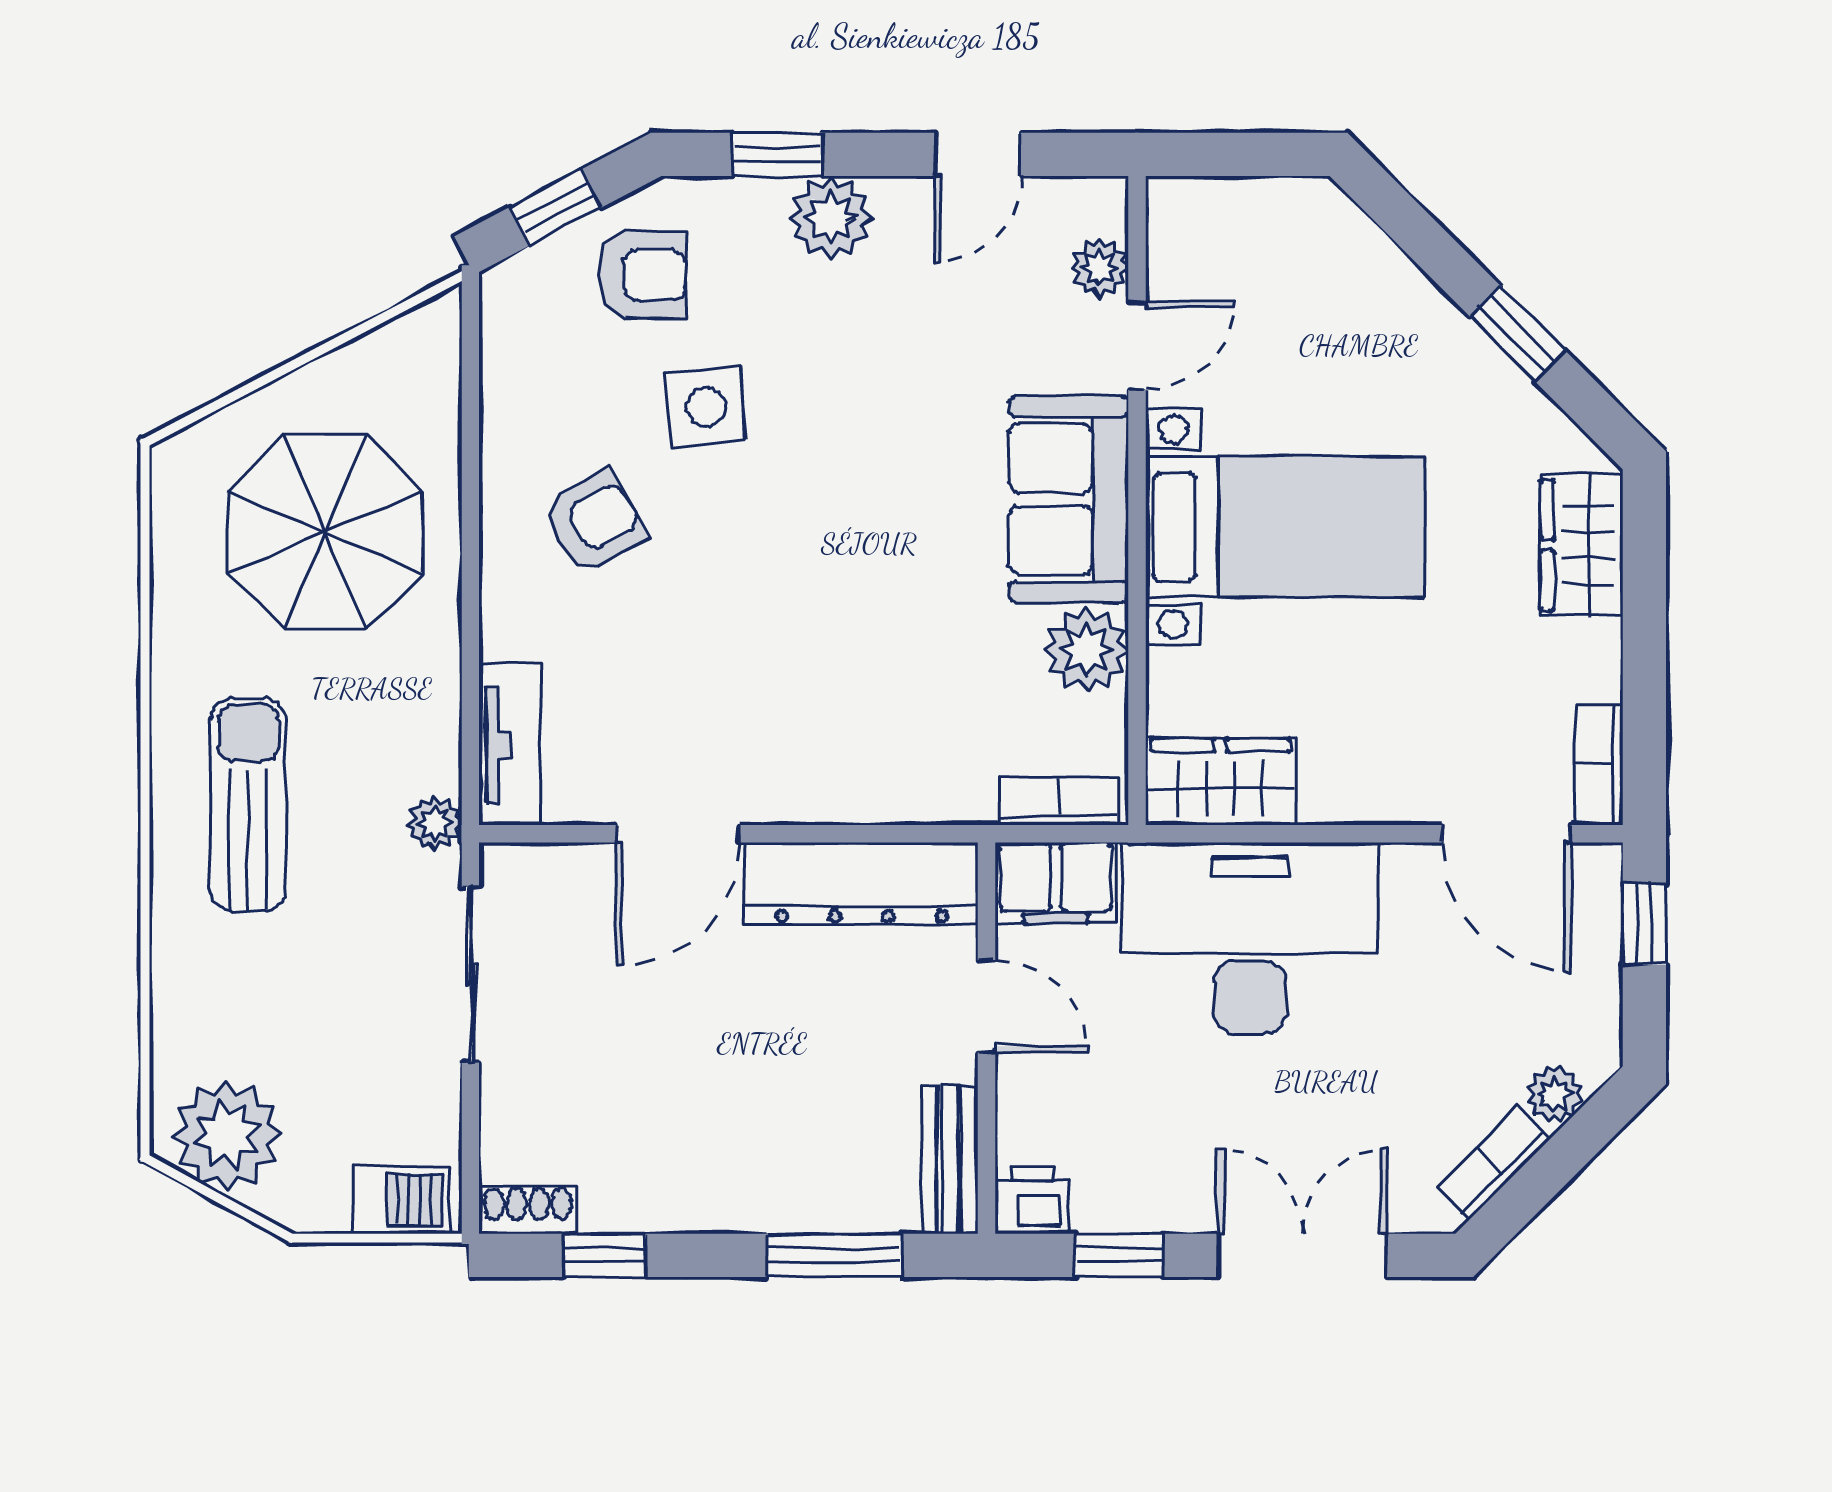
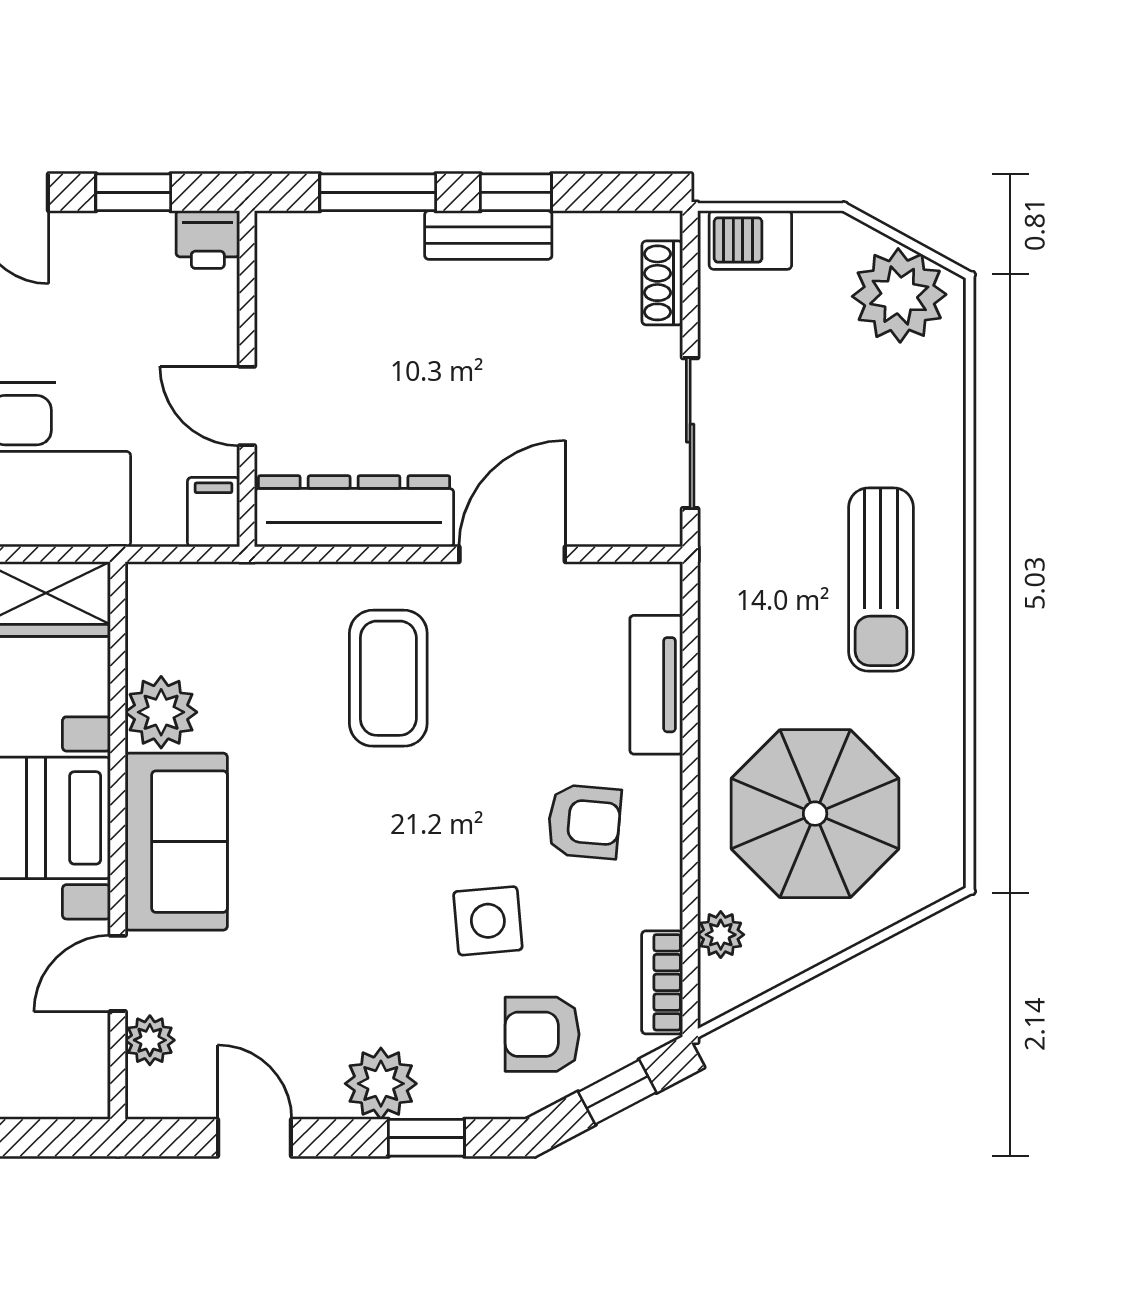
door: (978, 154) -> (254, 1138), hinge flipped
armchair: (594, 522) -> (584, 822), turned -146
coffee table: (822, 689) -> (388, 678), added
tv unit: (510, 744) -> (656, 685), moved
bookcase: (1059, 801) -> (662, 982), moved, turned 90
plant: (435, 823) -> (721, 935), moved
filing cabinet: (1056, 883) -> (214, 512), width x0.50
bench: (950, 1160) -> (488, 235), moved, turned 90
shoe rack: (528, 1210) -> (662, 283), moved, turned 90
window: (605, 1255) -> (516, 192), moved

